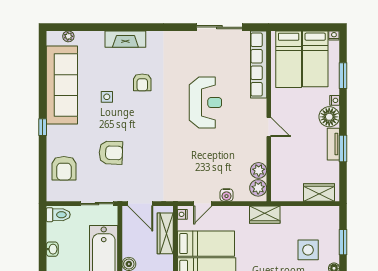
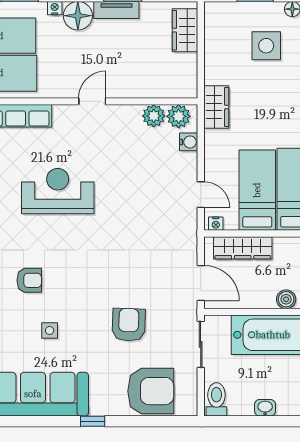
armchair: (64, 168) -> (151, 391), width x1.36, depth x1.36
water cooler: (227, 195) -> (189, 142), moved
door: (140, 204) -> (201, 283), hinge flipped

